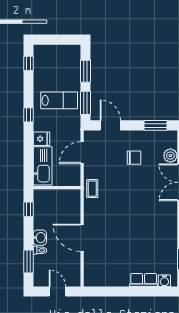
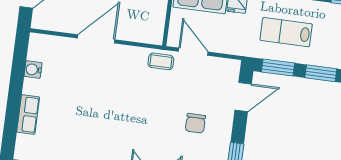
lab bench: (59, 100) -> (286, 32), turned 90
door: (82, 153) -> (193, 52), moved
water cooler: (164, 281) -> (33, 70), moved

